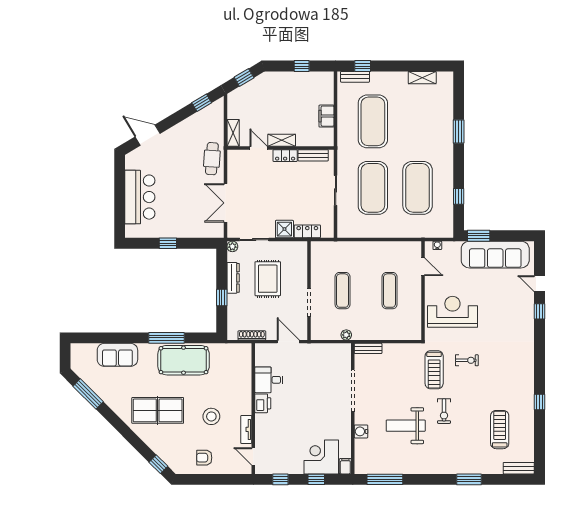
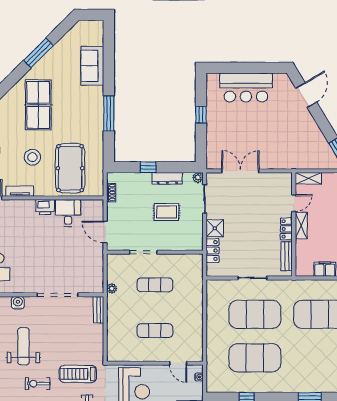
cafe table: (212, 159) -> (283, 158), removed
door: (423, 267) -> (178, 363), hinge flipped
rug: (268, 279) -> (166, 212), width x0.73, depth x0.70
shoe rack: (252, 335) -> (111, 193), width x0.70
door: (288, 342) -> (105, 232), swing flipped
pool table: (184, 360) -> (70, 168), moved
window: (88, 394) -> (38, 53), moved

